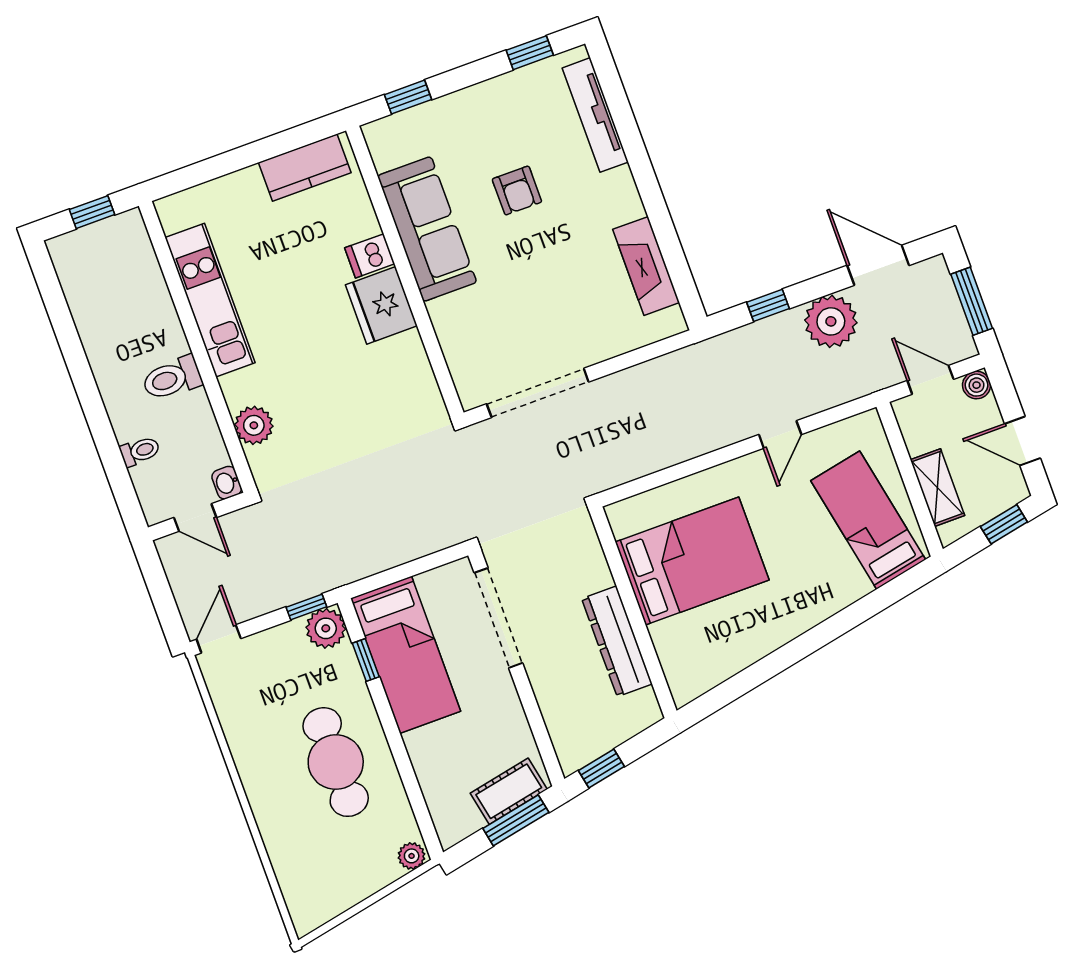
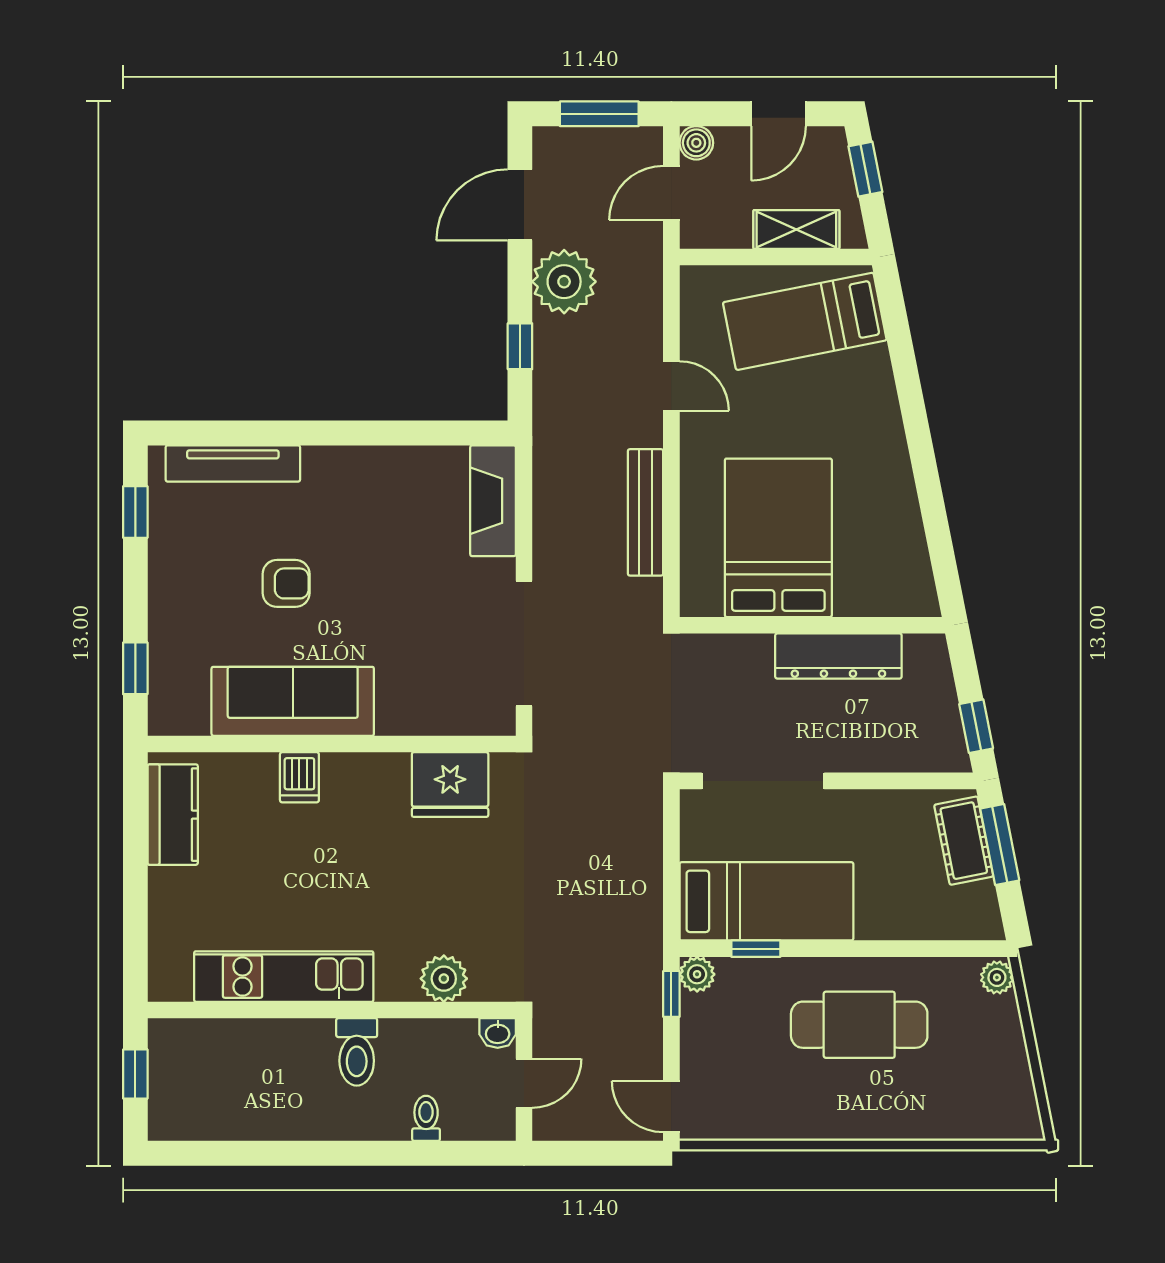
fireplace: (646, 266) -> (493, 501), moved, turned 90
fridge: (381, 305) -> (450, 785), moved
bench: (674, 450) -> (646, 512), added
plant: (326, 628) -> (697, 974), width x0.73, depth x0.73

